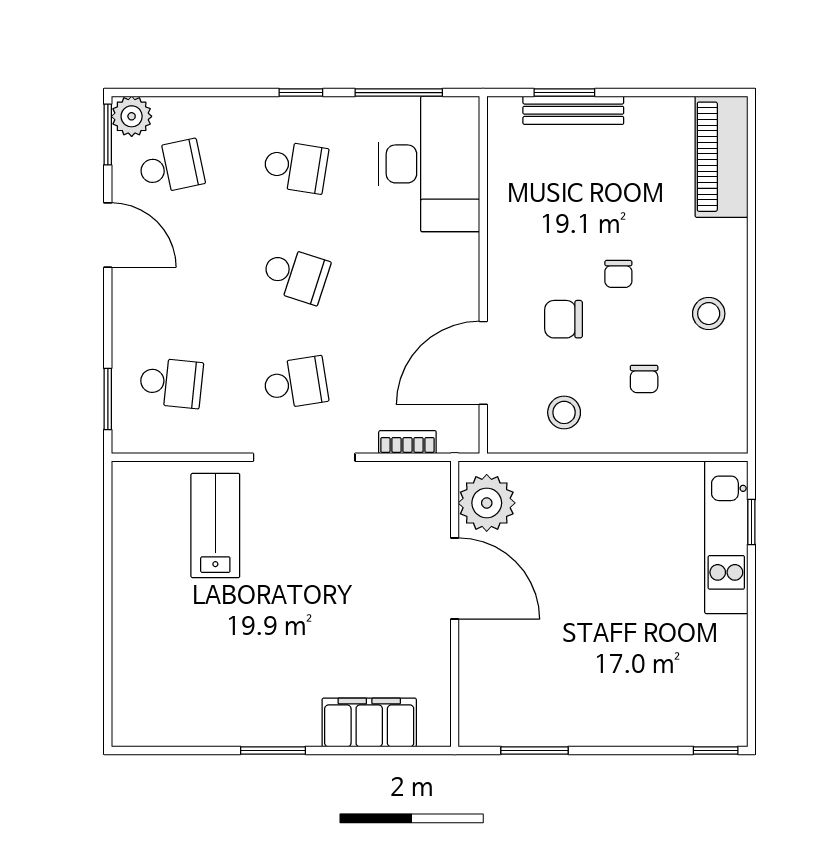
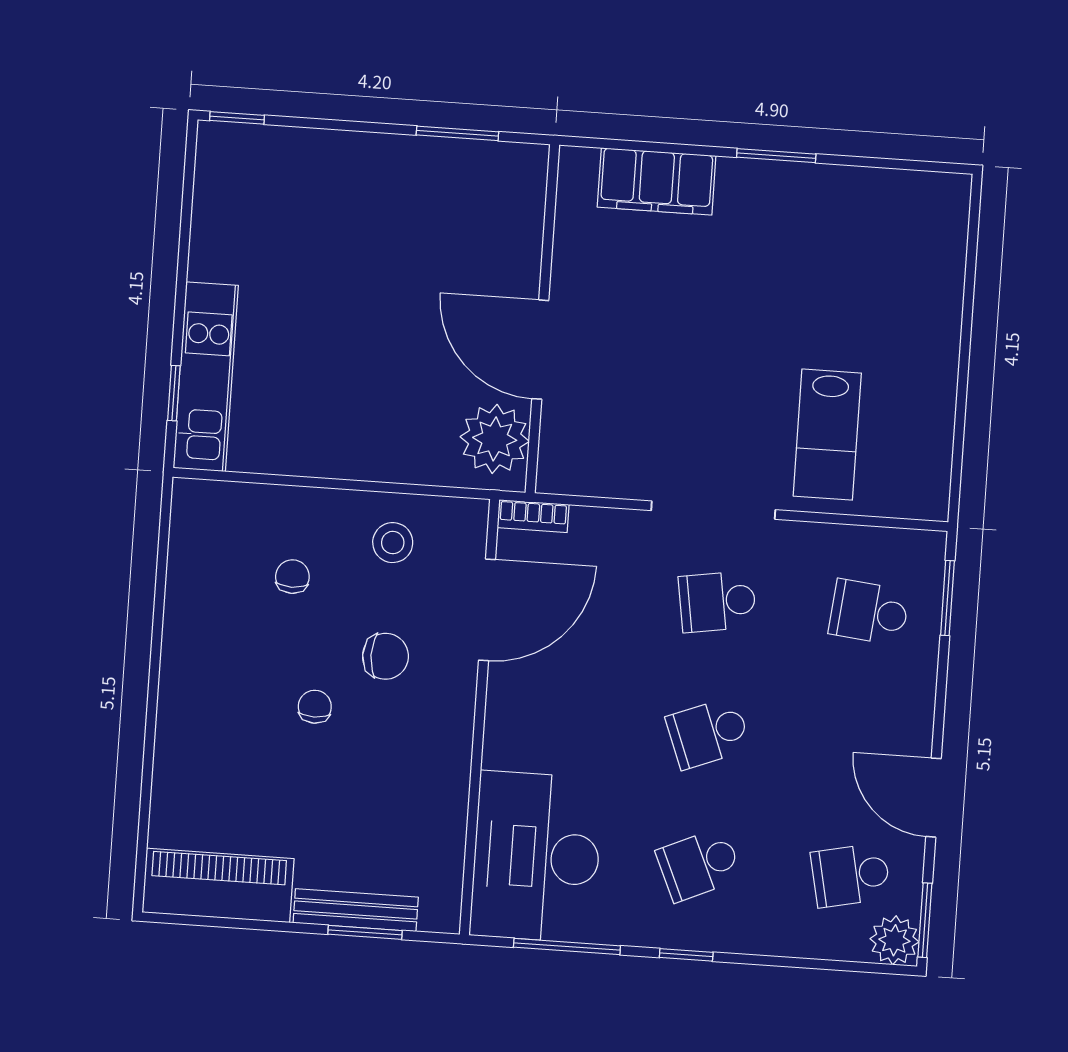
piano: (721, 157) -> (218, 885), moved, turned -90
school desk: (296, 167) -> (699, 865), turned -33
school desk: (296, 275) -> (708, 733), turned -39
stool: (709, 314) -> (208, 651), removed
bookcase: (407, 442) -> (533, 516), moved

